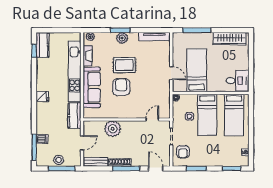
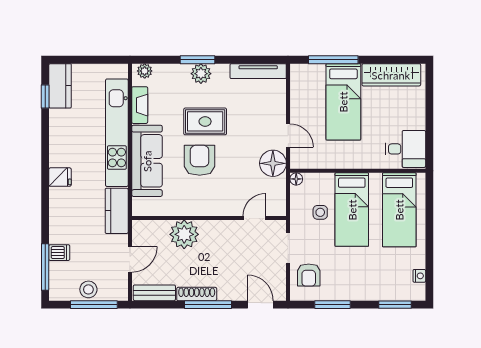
bed: (197, 70) -> (343, 102), moved, turned 180
floor lamp: (163, 89) -> (273, 163), added

